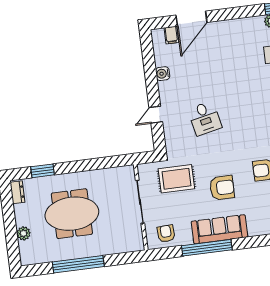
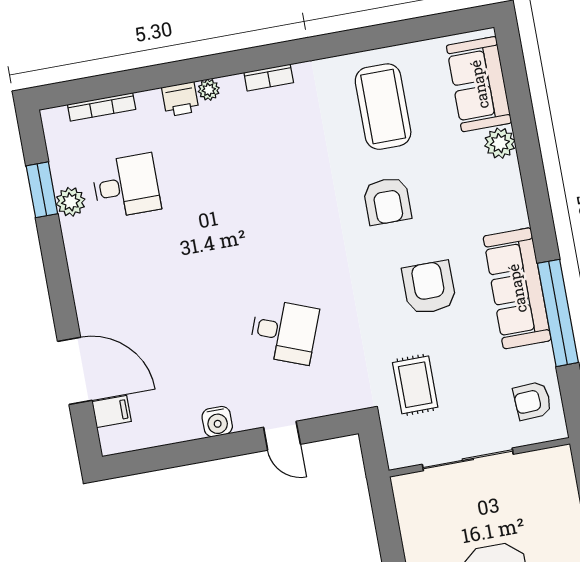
water cooler: (163, 74) -> (217, 422), moved
desk: (205, 118) -> (284, 332), turned 33
rug: (176, 179) -> (415, 385), width x0.73, depth x0.70

